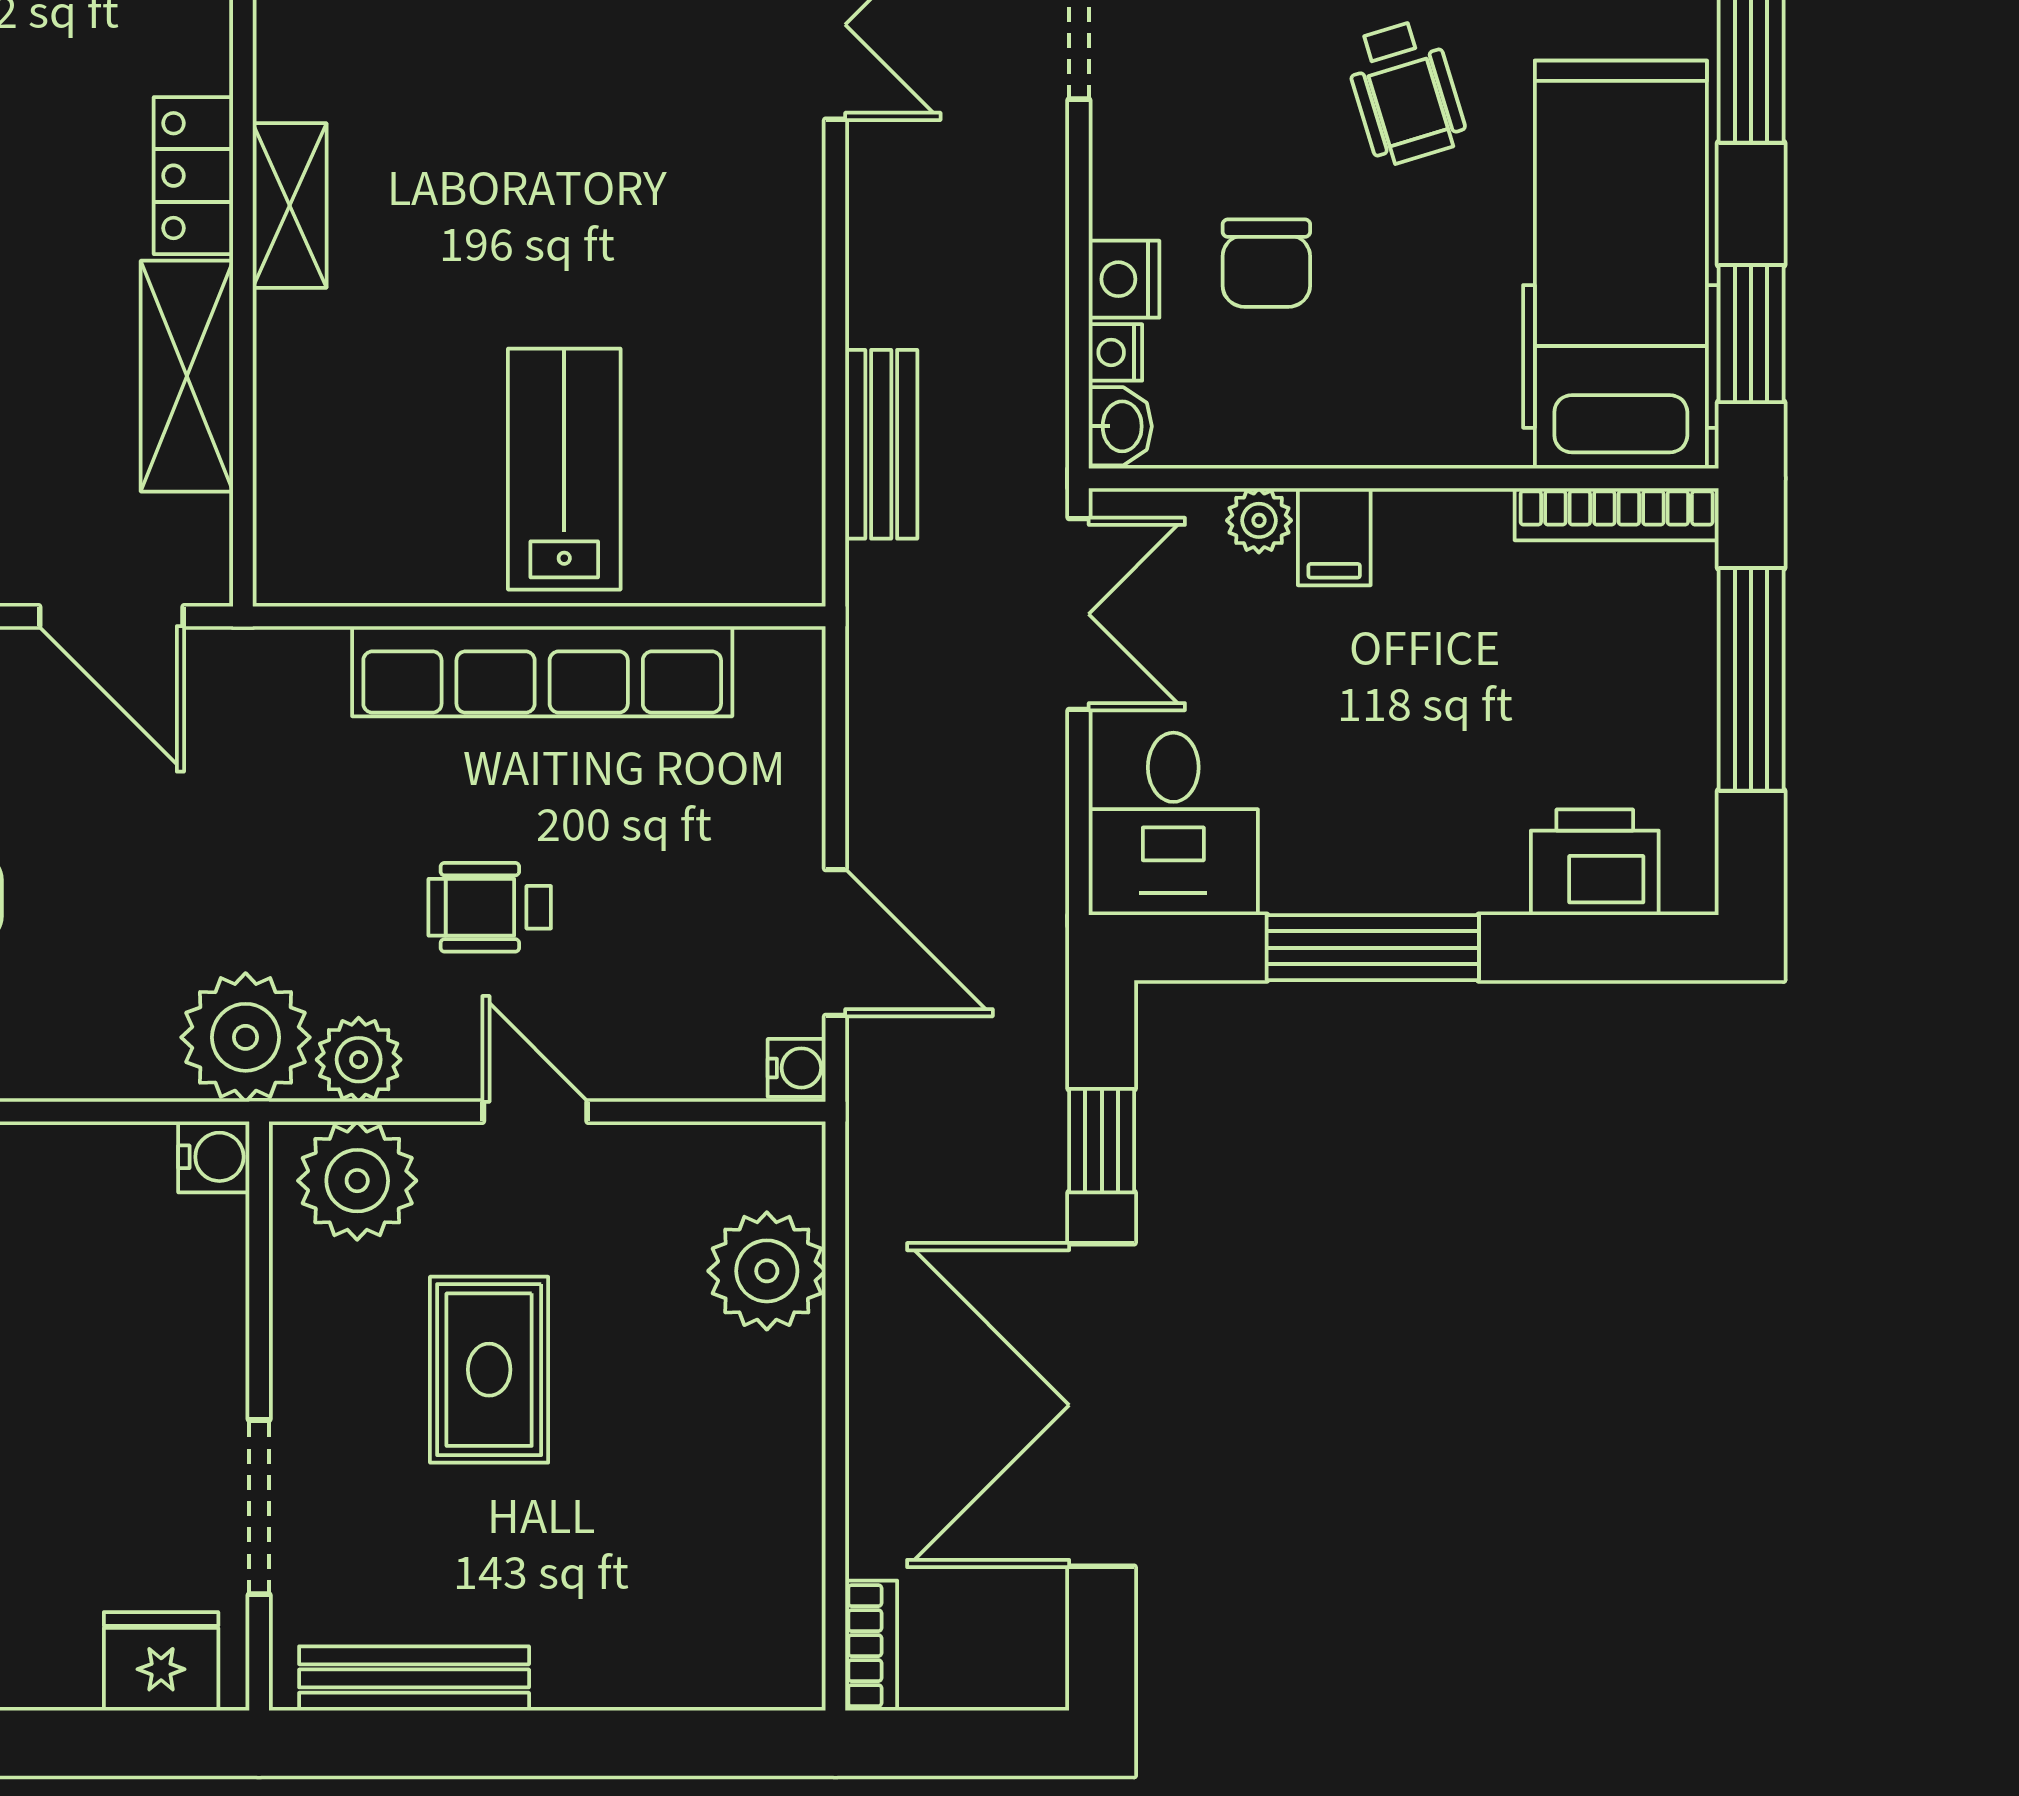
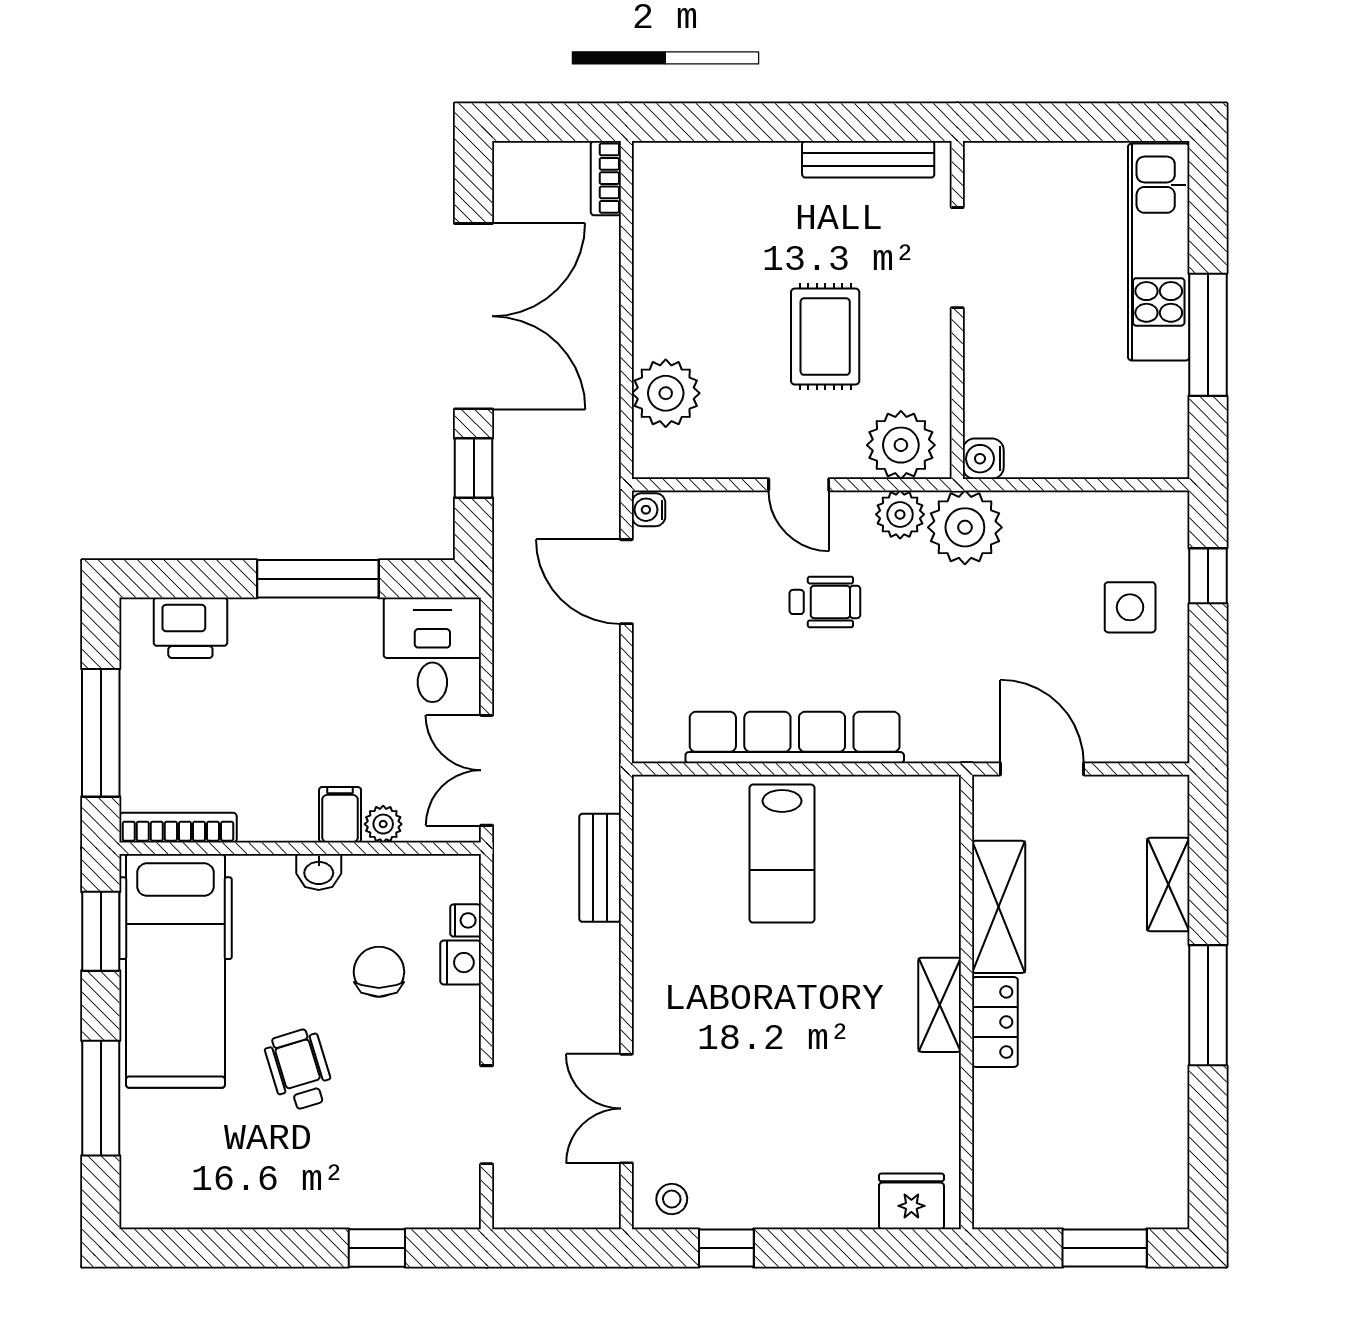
washbasin: (1120, 426) -> (319, 872), moved, turned -90
fridge: (161, 1661) -> (1013, 169), removed

